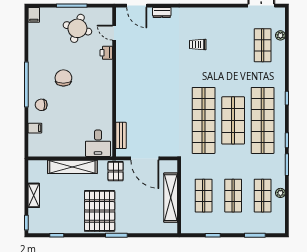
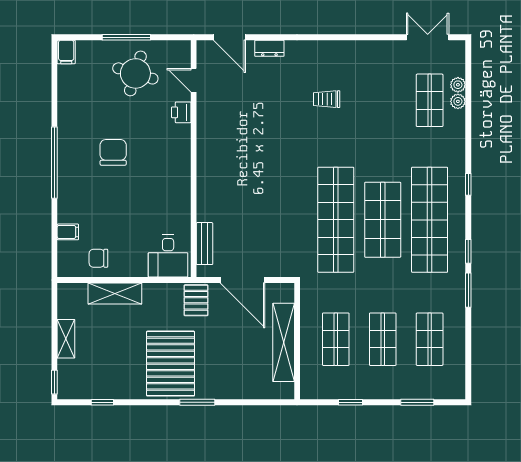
chair: (41, 105) -> (98, 258), moved
shelving: (72, 167) -> (115, 294), width x0.68
plant: (280, 193) -> (458, 101), moved

